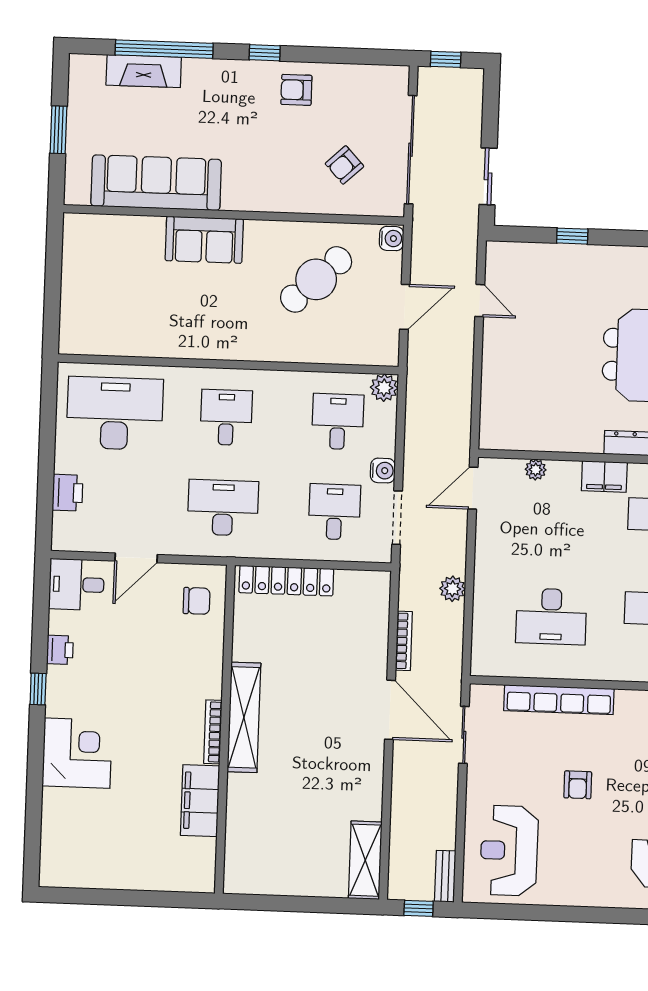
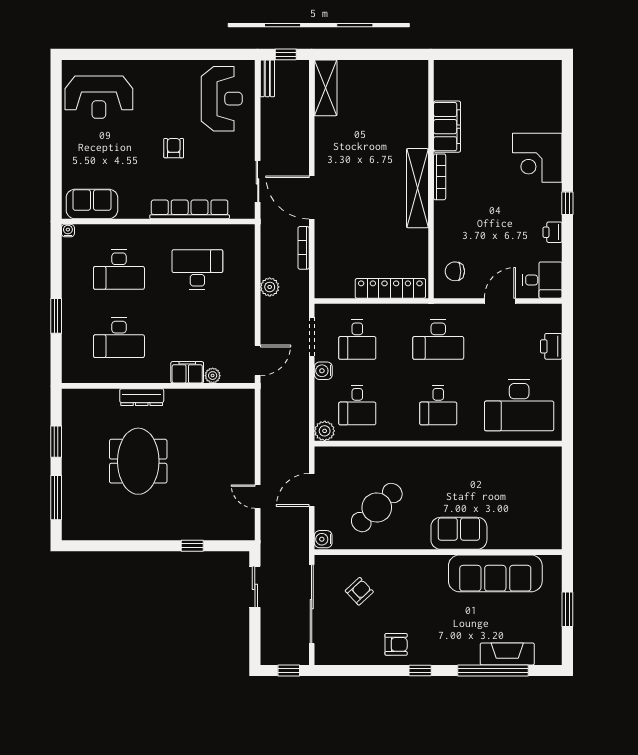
filing cabinet: (604, 477) -> (187, 372), moved

